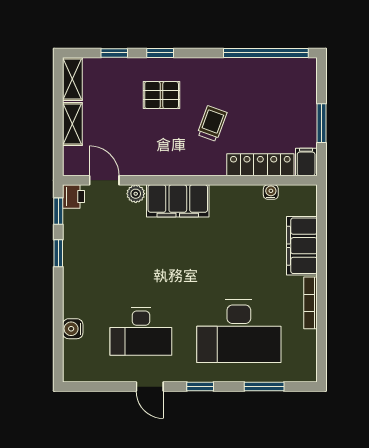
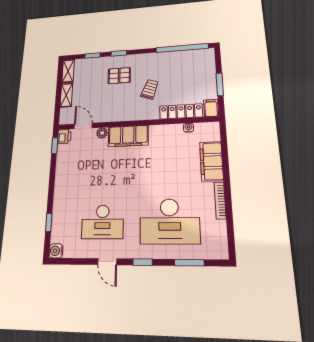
window: (58, 253) -> (49, 222), moved
water cooler: (73, 329) -> (56, 251), moved

